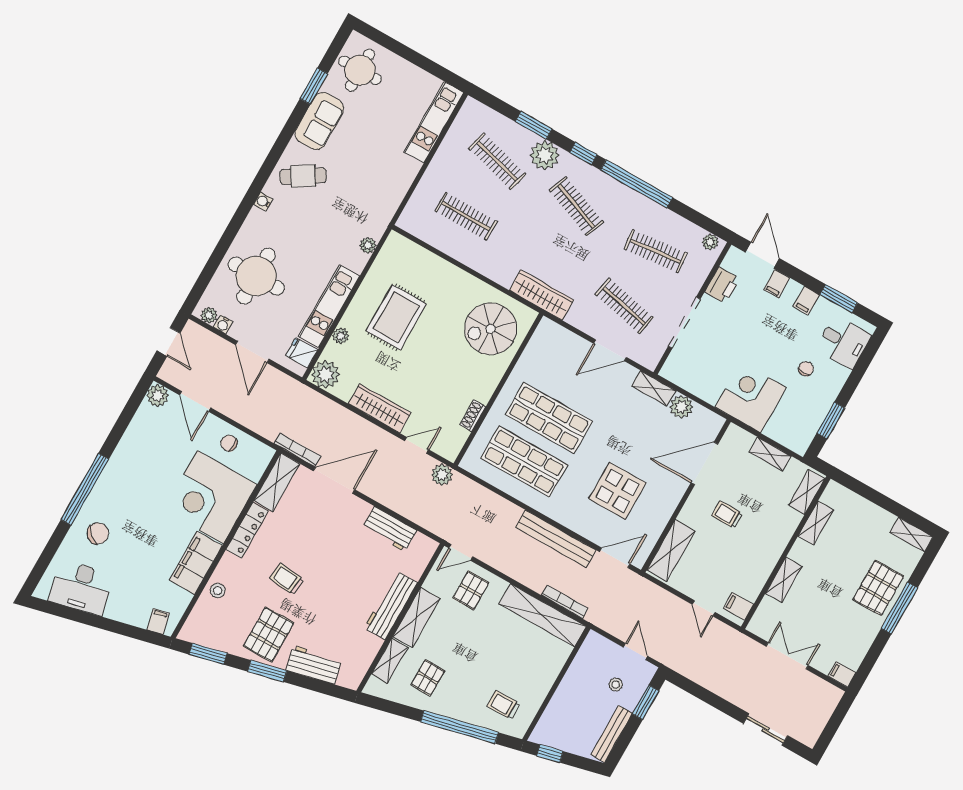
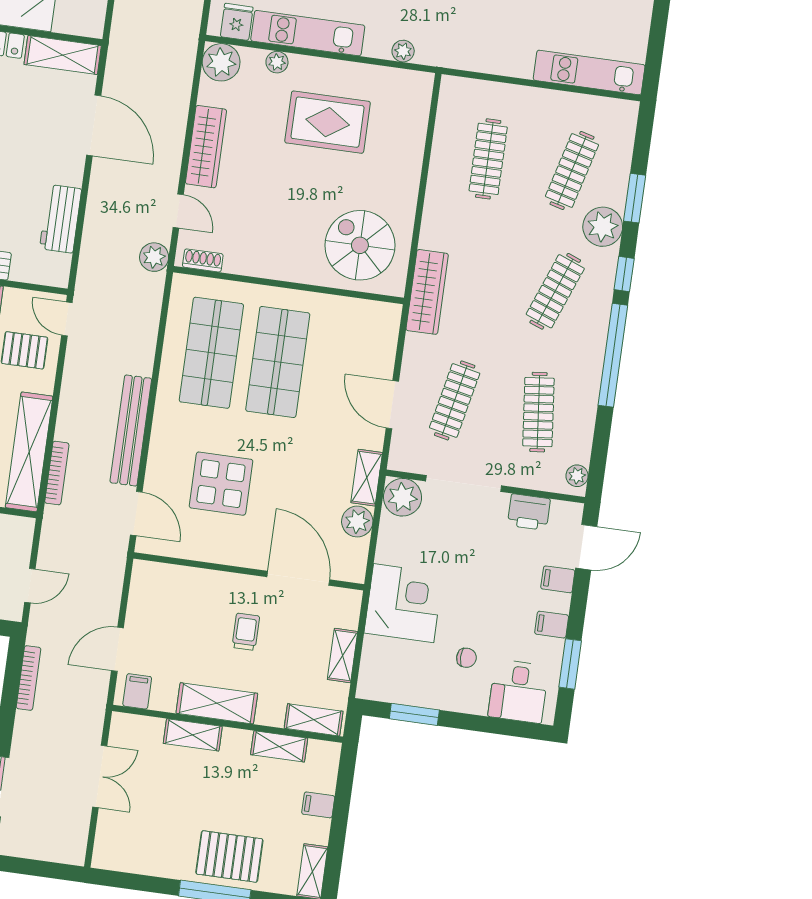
plant: (677, 369) -> (402, 497), added
shoe rack: (473, 416) -> (203, 260), moved
bookcase: (297, 450) -> (28, 678), moved
shelving: (671, 551) -> (217, 703), moved
door: (704, 608) -> (117, 649), width x1.38
filing cabinet: (842, 674) -> (318, 805), moved, turned -90

